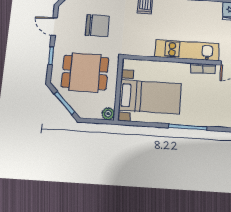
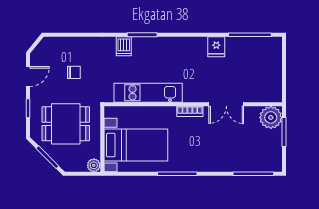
chair: (97, 26) -> (74, 72), width x0.54, depth x0.54
door: (54, 27) -> (28, 76), swing flipped
kitchen unit: (187, 50) -> (148, 93), moved

